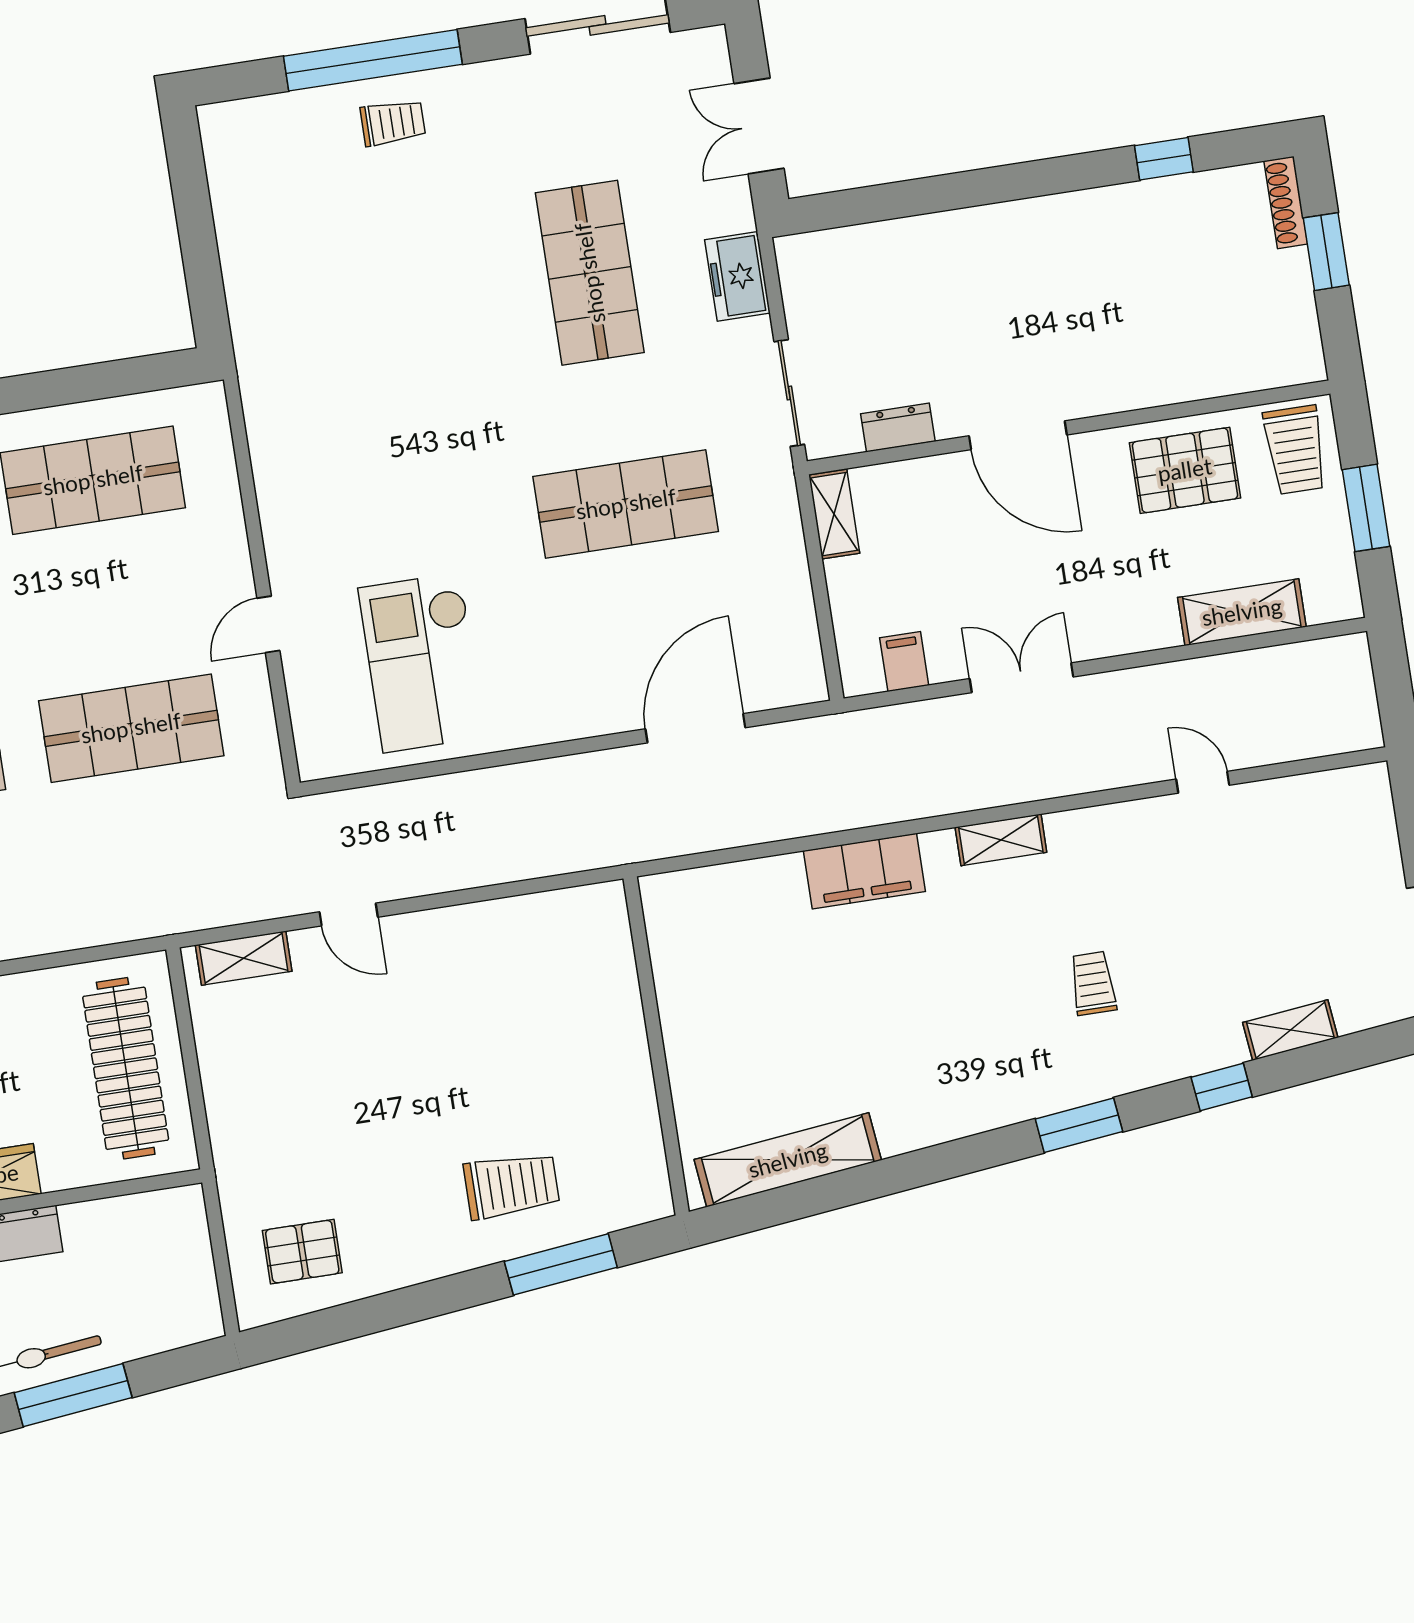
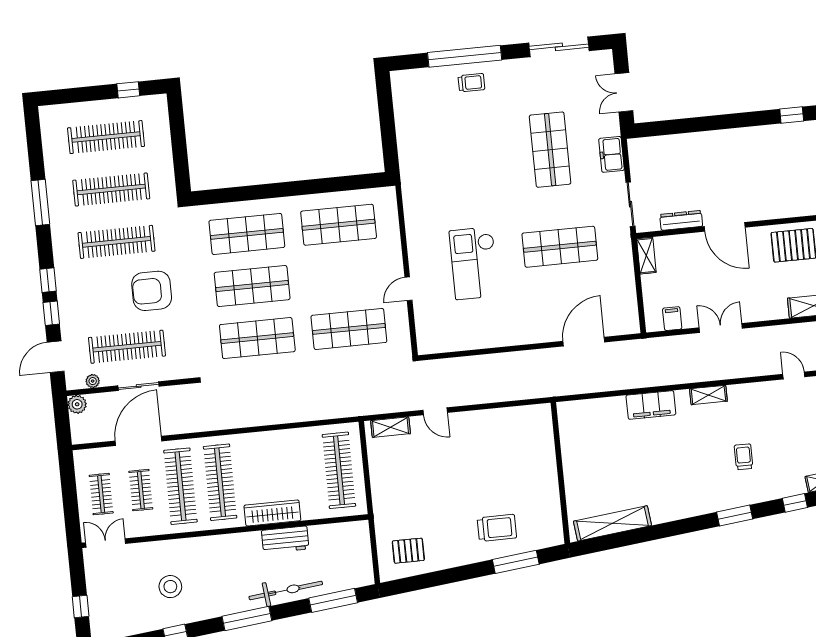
dresser: (898, 428) -> (681, 220), width x1.44
checkout: (422, 663) -> (474, 263), moved
window: (73, 1395) -> (333, 600), moved

